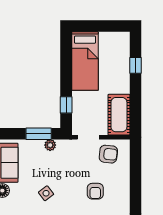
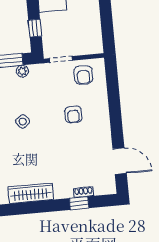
cot: (119, 115) -> (90, 33), removed
armchair: (108, 154) -> (83, 75), turned 84

